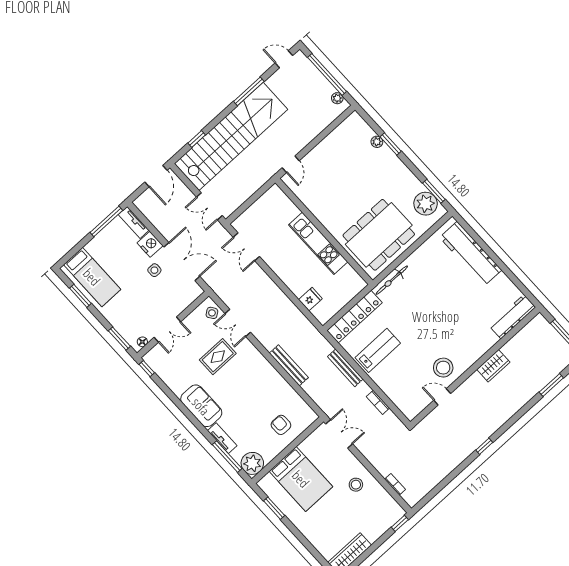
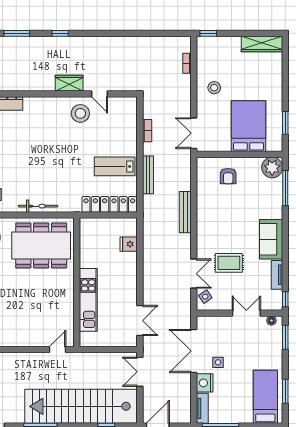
double door: (209, 206) -> (140, 372), swing flipped
kitchen unit: (318, 243) -> (88, 300), moved
bicycle: (392, 280) -> (38, 206), moved
wardrobe: (493, 366) -> (69, 83), moved
tv unit: (222, 438) -> (277, 275), moved
window: (484, 446) -> (60, 33), moved

